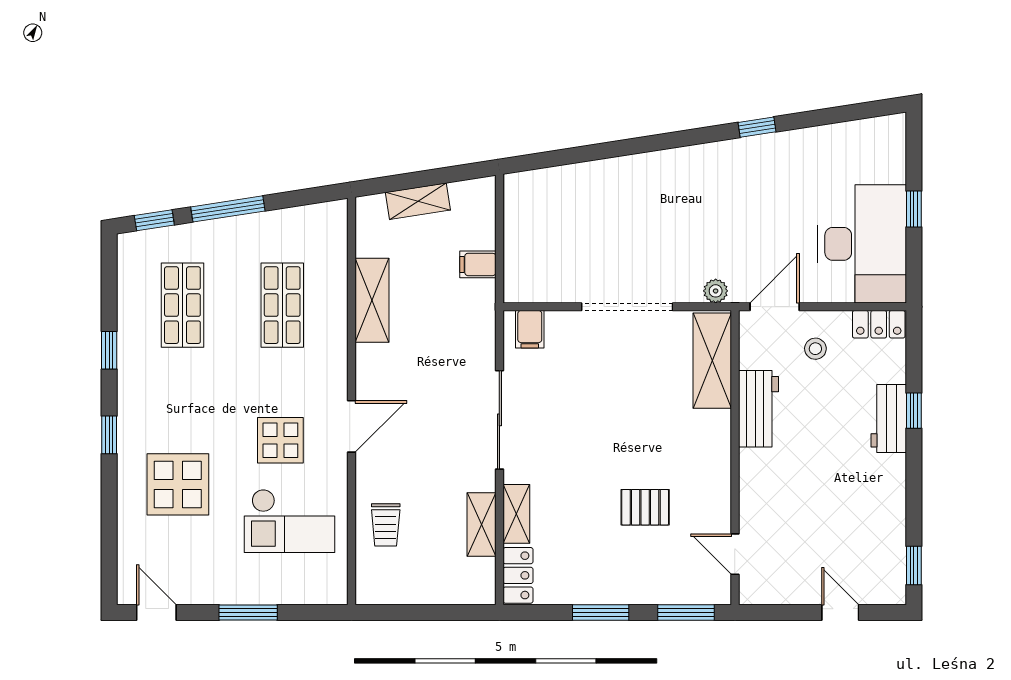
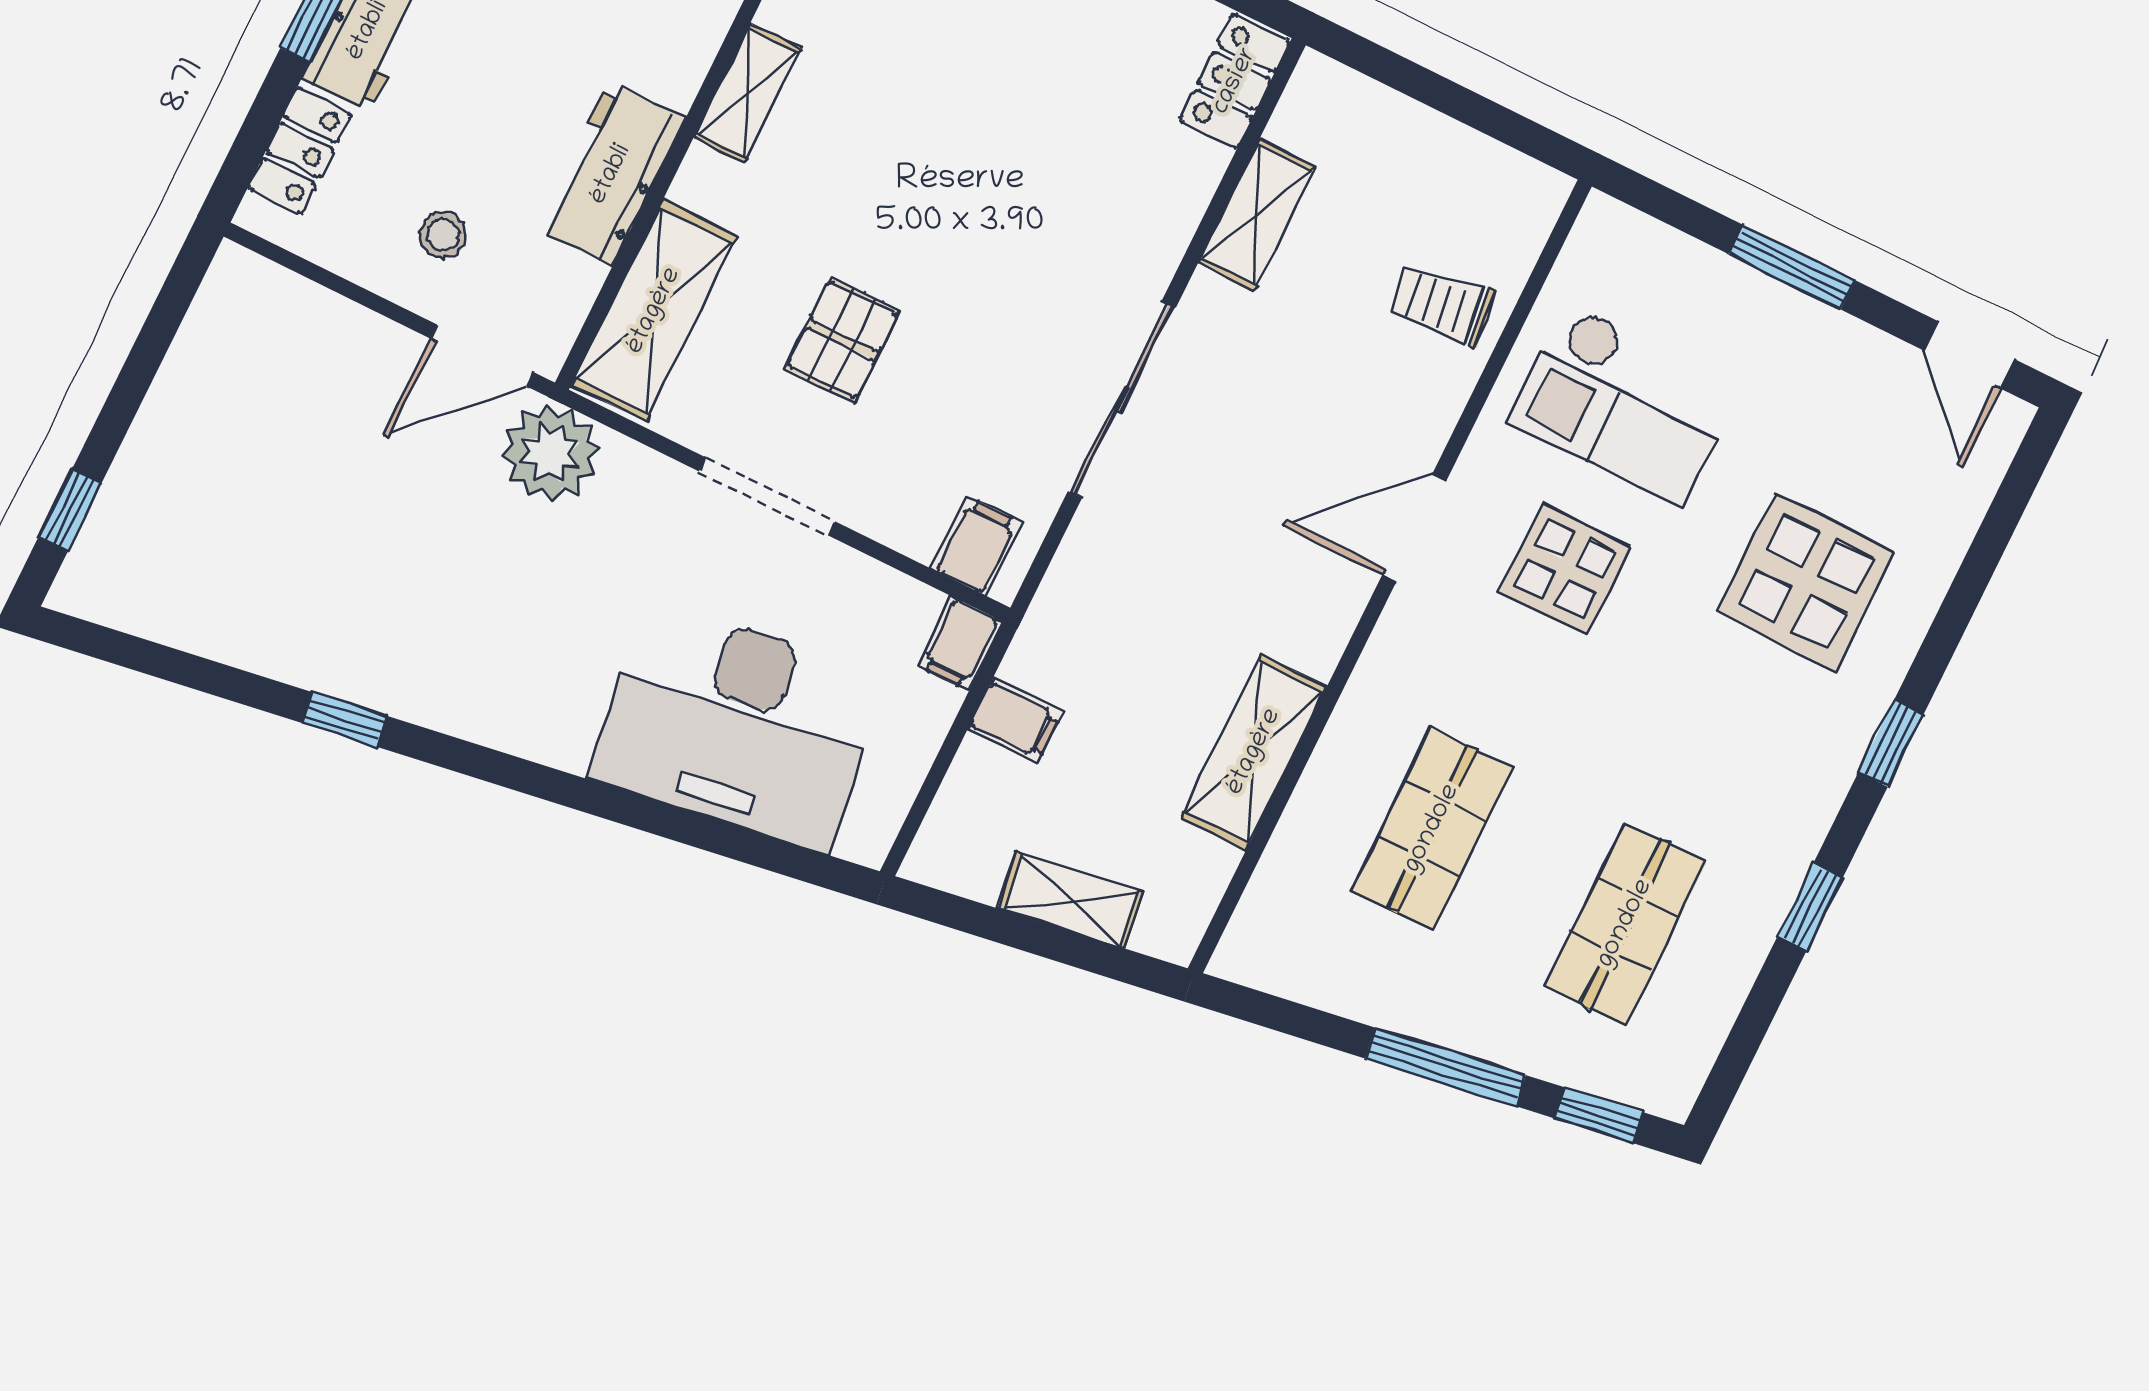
window: (914, 209) -> (70, 510), moved
desk: (862, 244) -> (737, 726), moved, turned -99
filing cabinet: (517, 285) -> (960, 644), added
plant: (716, 291) -> (550, 453), width x1.87, depth x1.87
doorway: (627, 307) -> (767, 496), width x0.73
locker: (879, 324) -> (300, 151), moved, turned 90
pallet: (645, 507) -> (842, 340), moved, turned 90
shelving: (516, 514) -> (748, 93), moved
checkout: (289, 521) -> (1624, 405), turned 180
trolley: (386, 525) -> (1442, 305), turned -98

